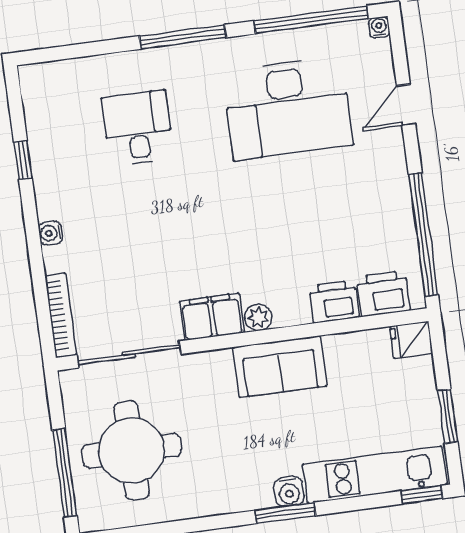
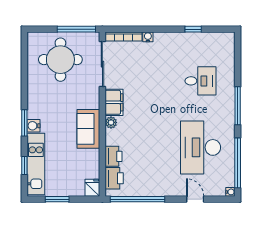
water cooler: (51, 233) -> (148, 37), moved
window: (65, 473) -> (76, 29), moved
window: (422, 495) -> (24, 166), moved

